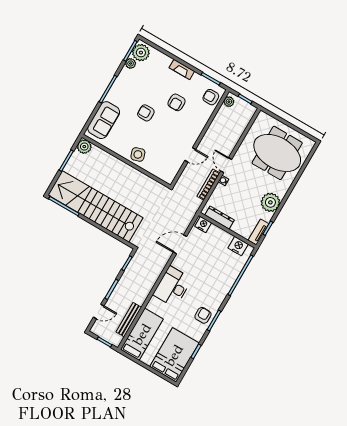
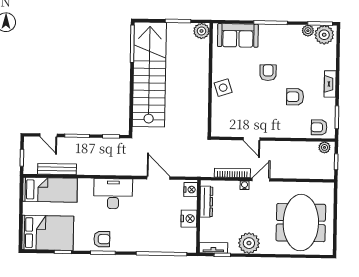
armchair: (211, 97) -> (319, 127), turned -90
nightstand: (238, 246) -> (189, 219), moved

